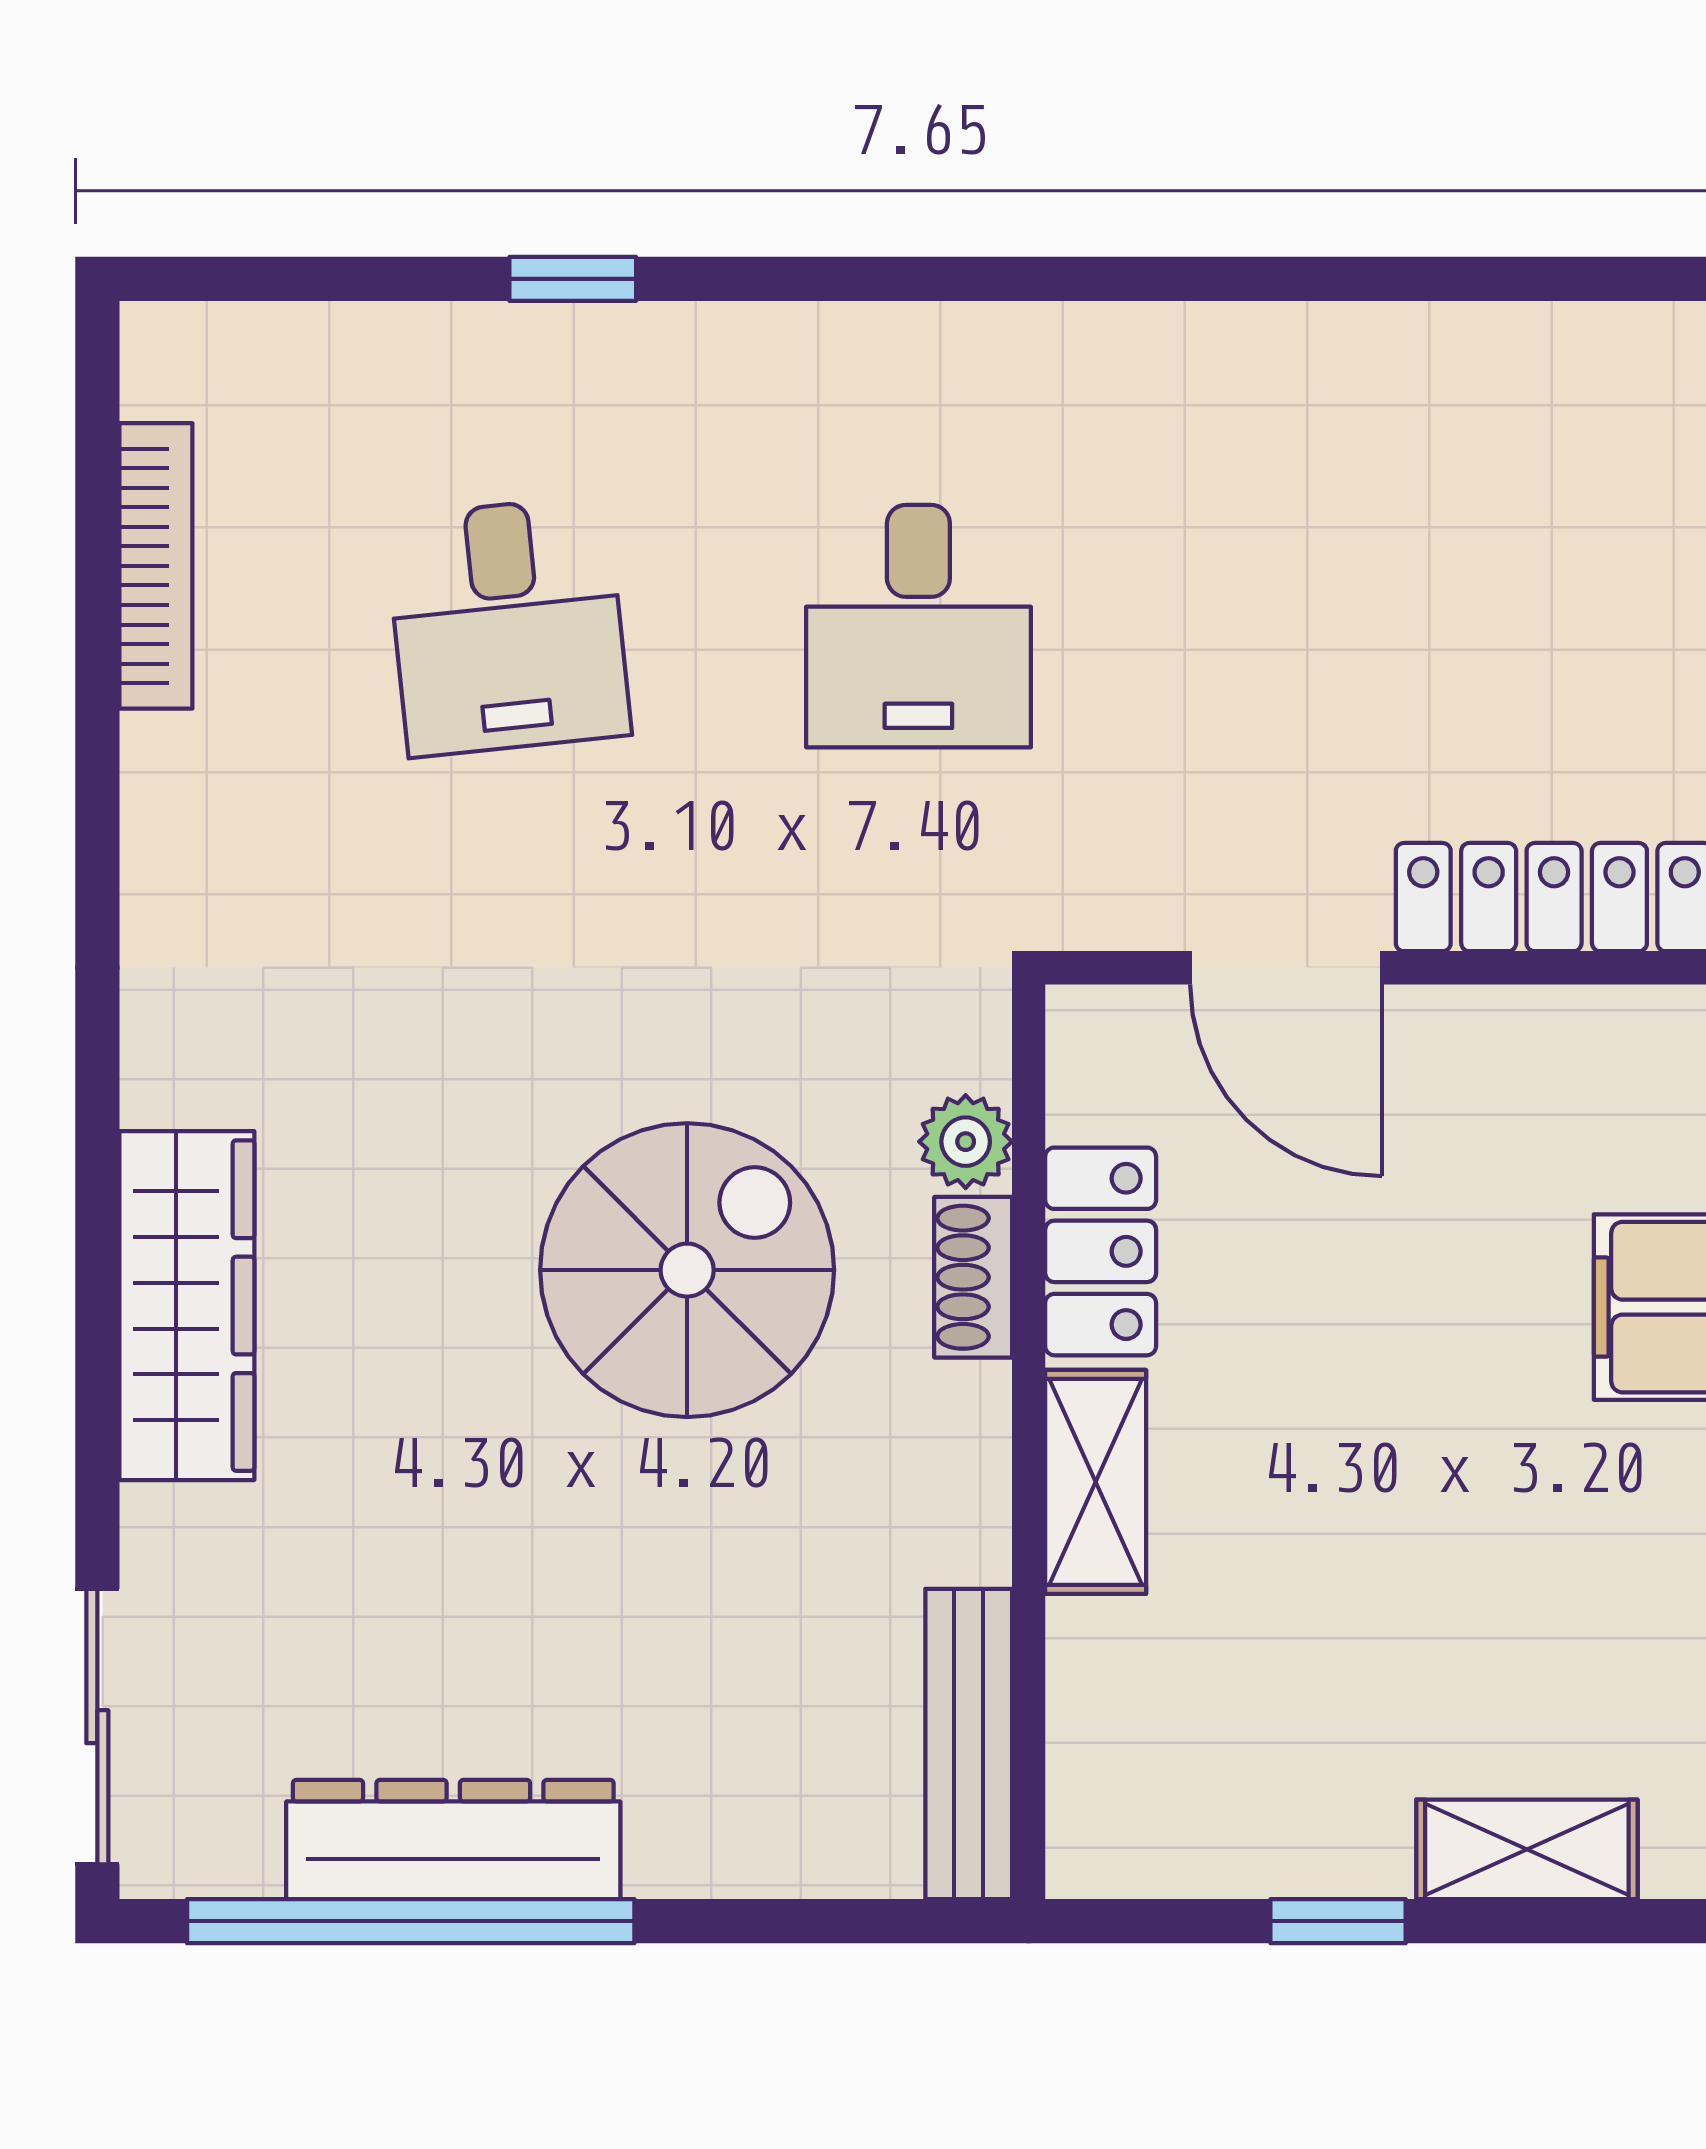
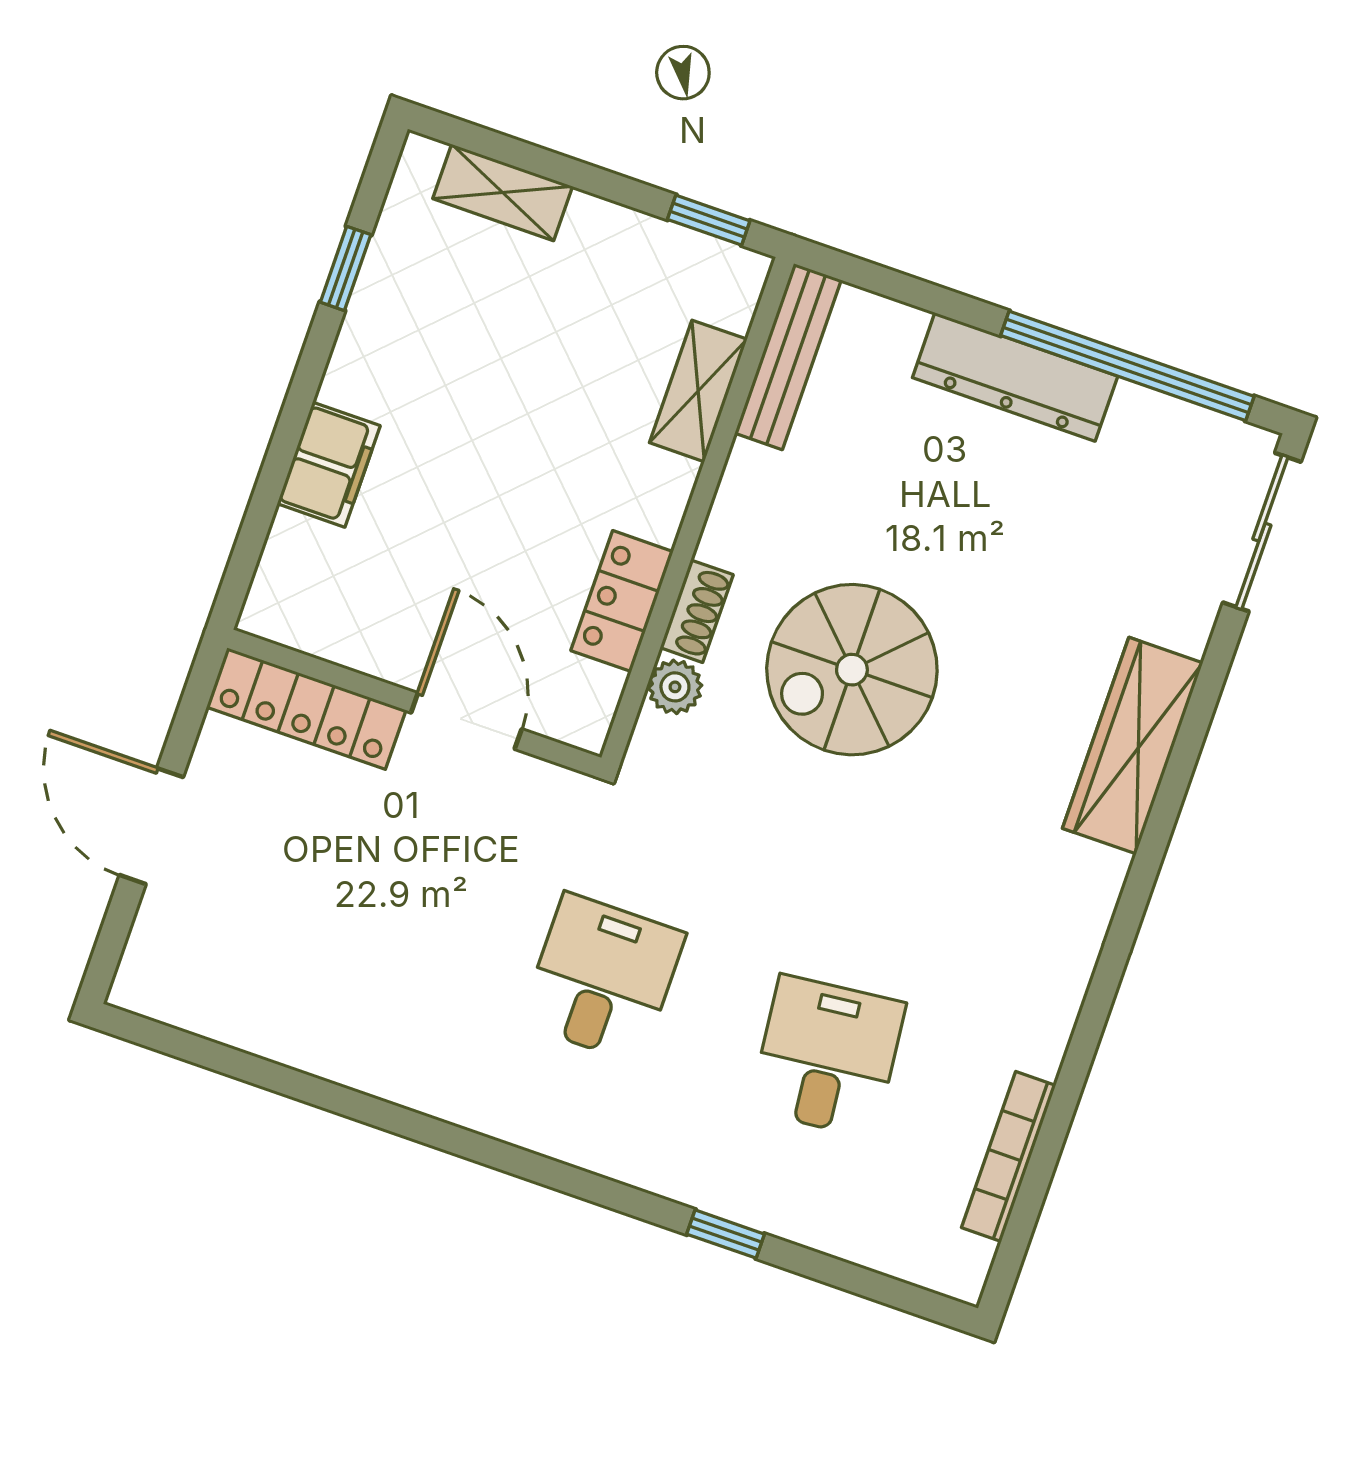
shelving: (1096, 1482) -> (698, 391), moved
dresser: (453, 1840) -> (1015, 377), moved
window: (1338, 1921) -> (709, 220), moved

